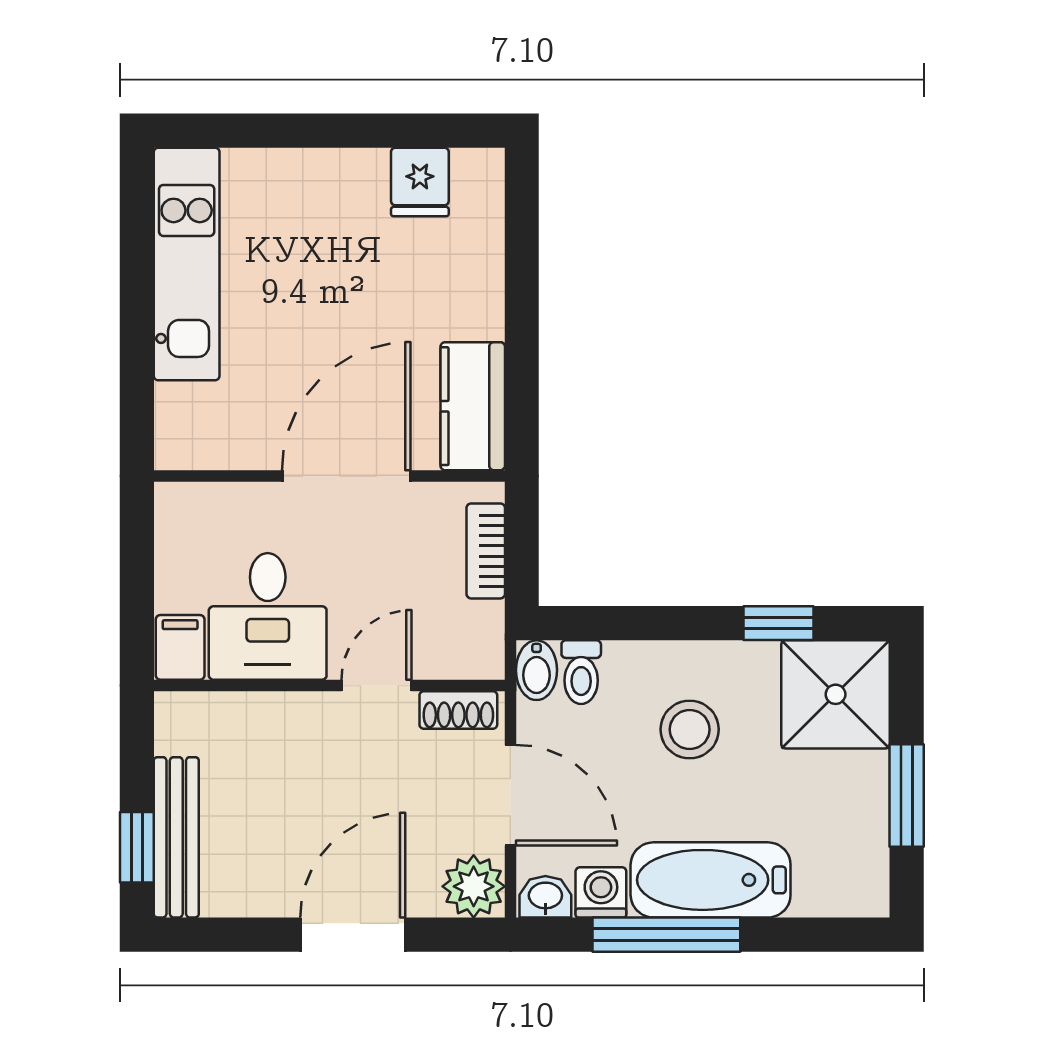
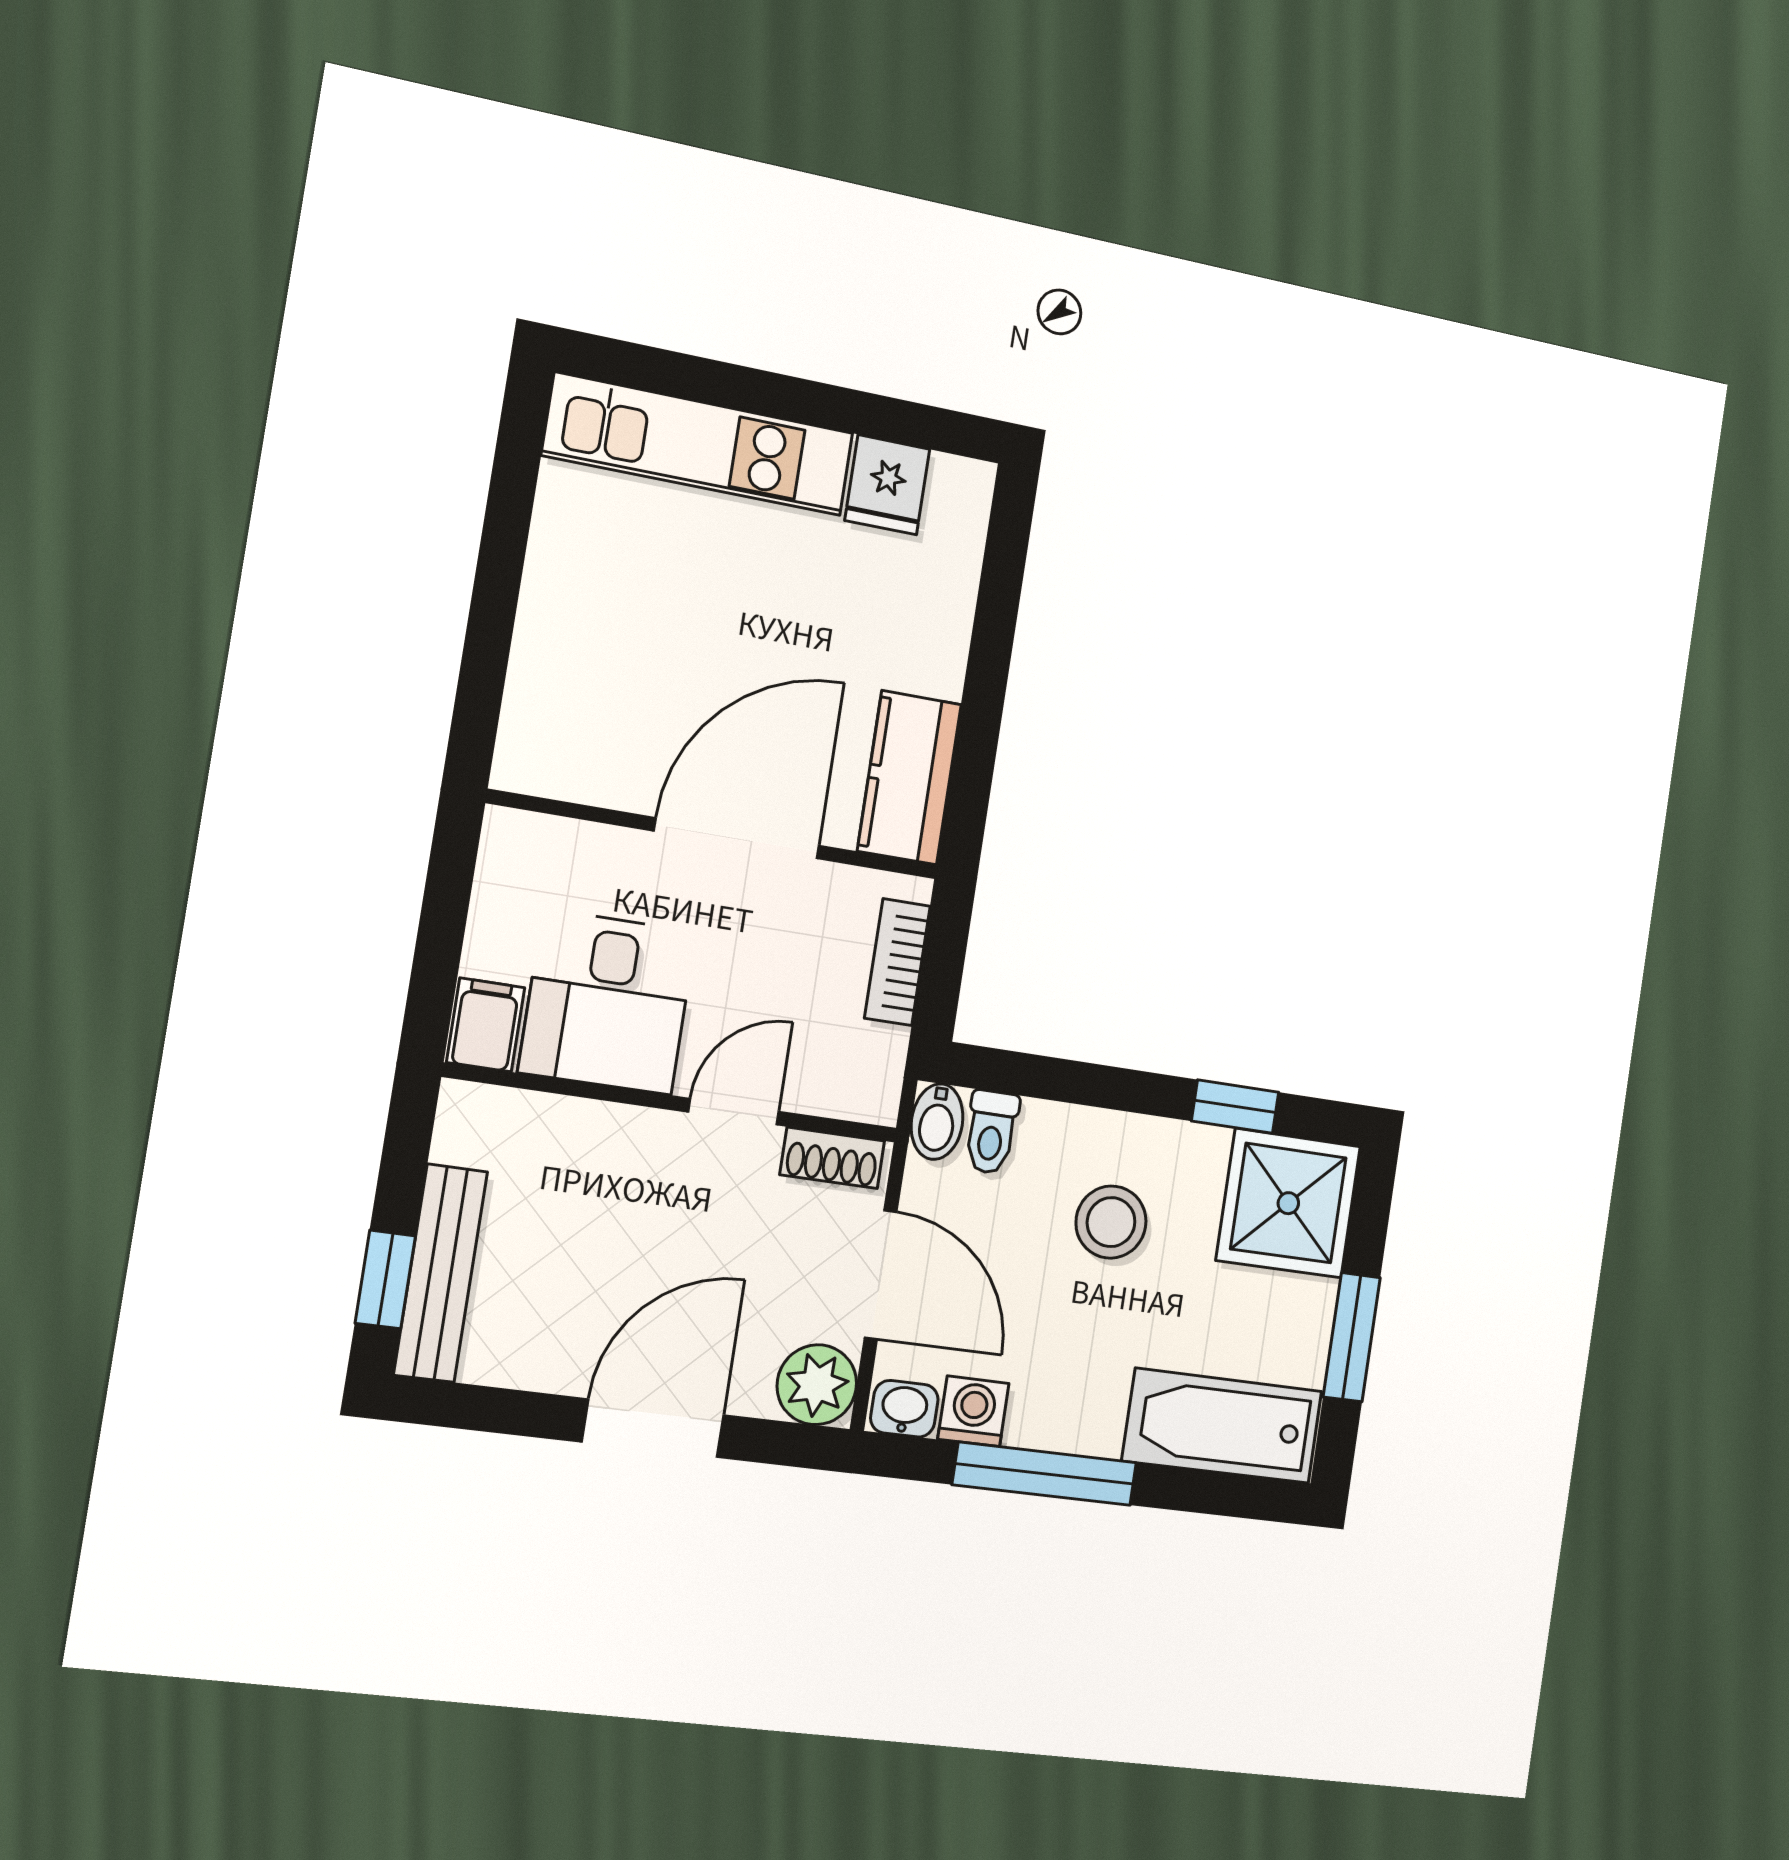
kitchen unit: (187, 264) -> (699, 444), moved, turned 90
bathtub: (711, 880) -> (1222, 1426), moved

